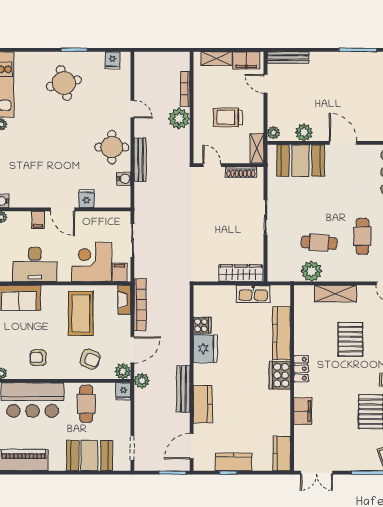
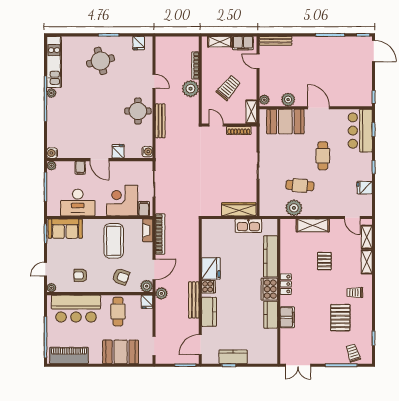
trolley: (228, 117) -> (229, 88), turned 130
water cooler: (124, 179) -> (147, 152), moved
cafe table: (362, 236) -> (323, 156), moved
cooker: (202, 325) -> (208, 287), moved
pallet: (350, 339) -> (324, 261), width x0.67, depth x0.71
kitchen counter: (282, 453) -> (271, 315), moved

